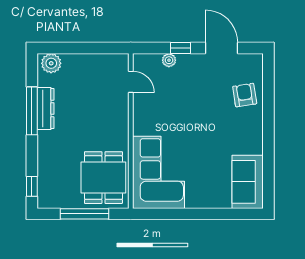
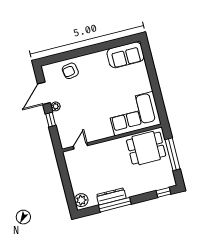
plant: (169, 60) -> (56, 106), moved

